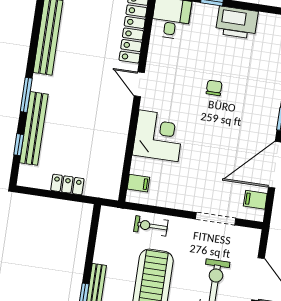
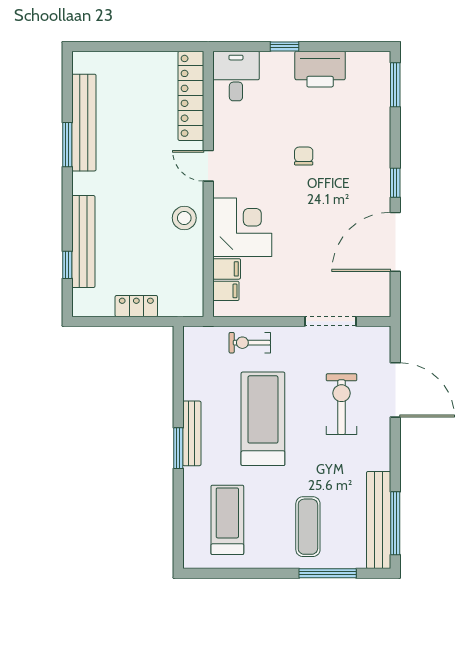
window: (26, 95) -> (67, 145), moved
stool: (115, 122) -> (184, 218), added
filing cabinet: (255, 200) -> (227, 269), moved, turned 180

